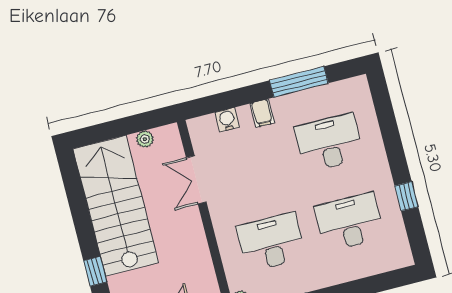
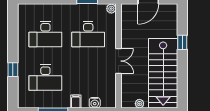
double door: (196, 180) -> (118, 61), moved
window: (406, 196) -> (13, 70), moved

